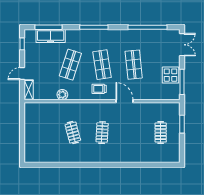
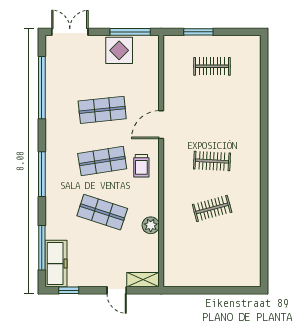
freezer: (51, 36) -> (56, 264), moved

